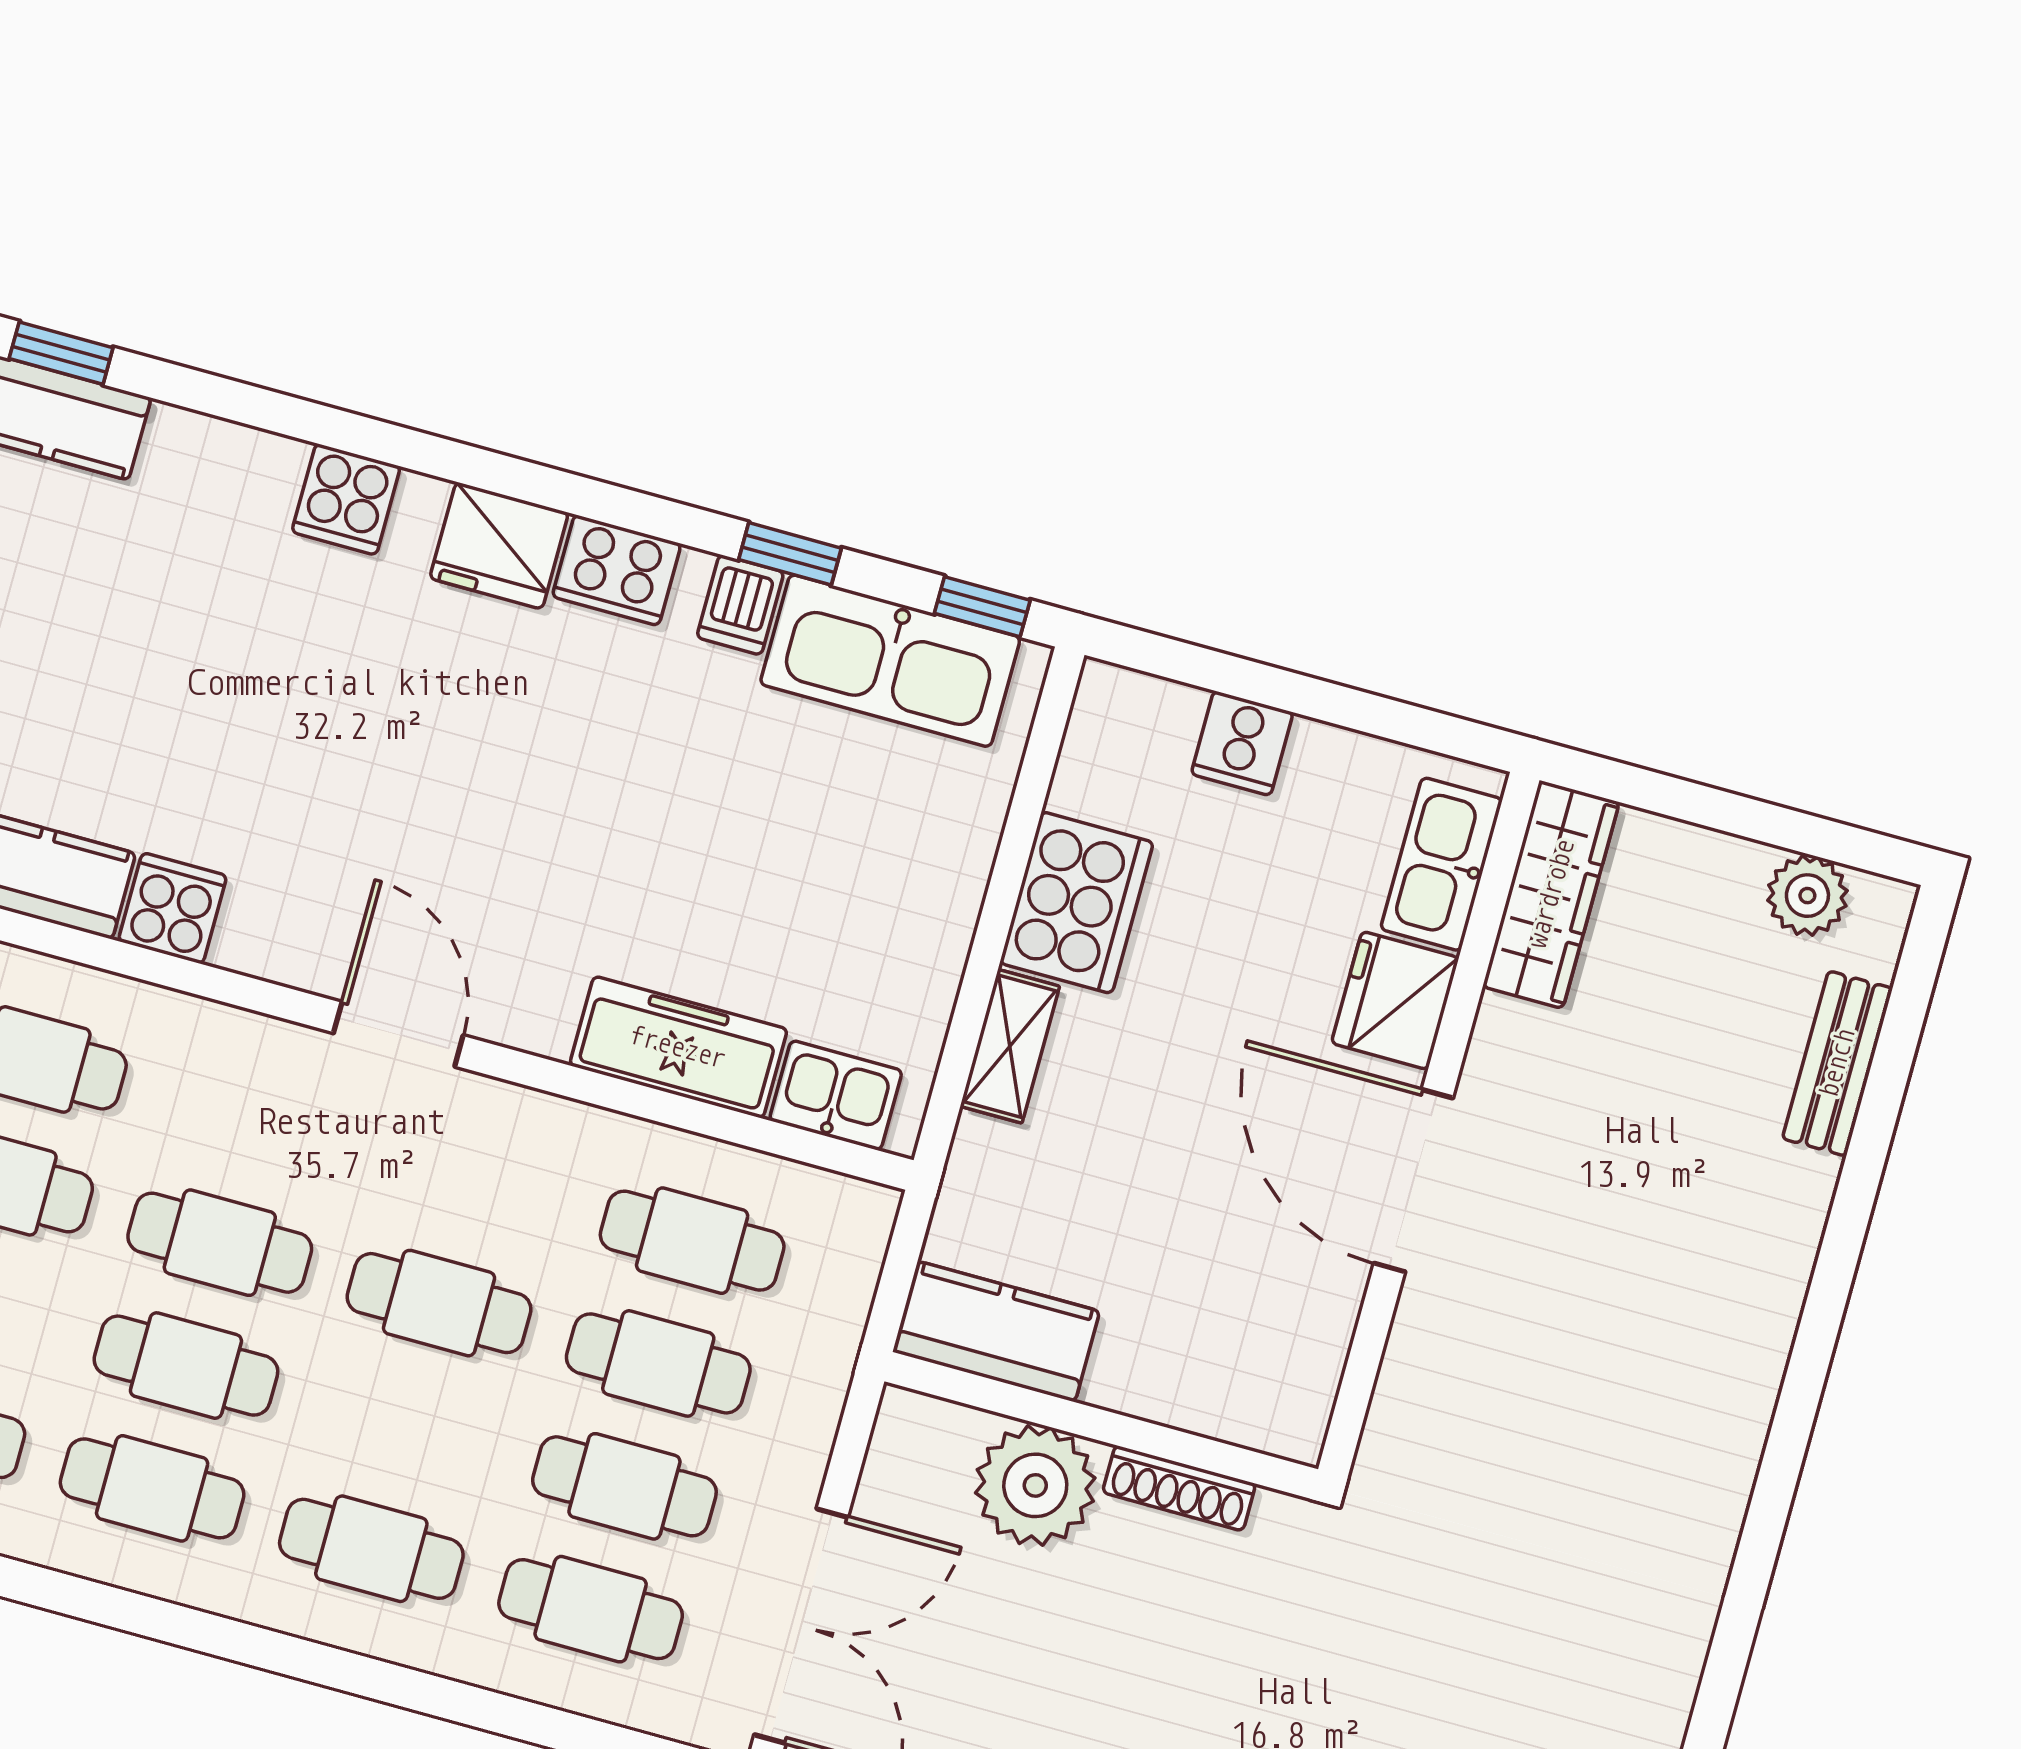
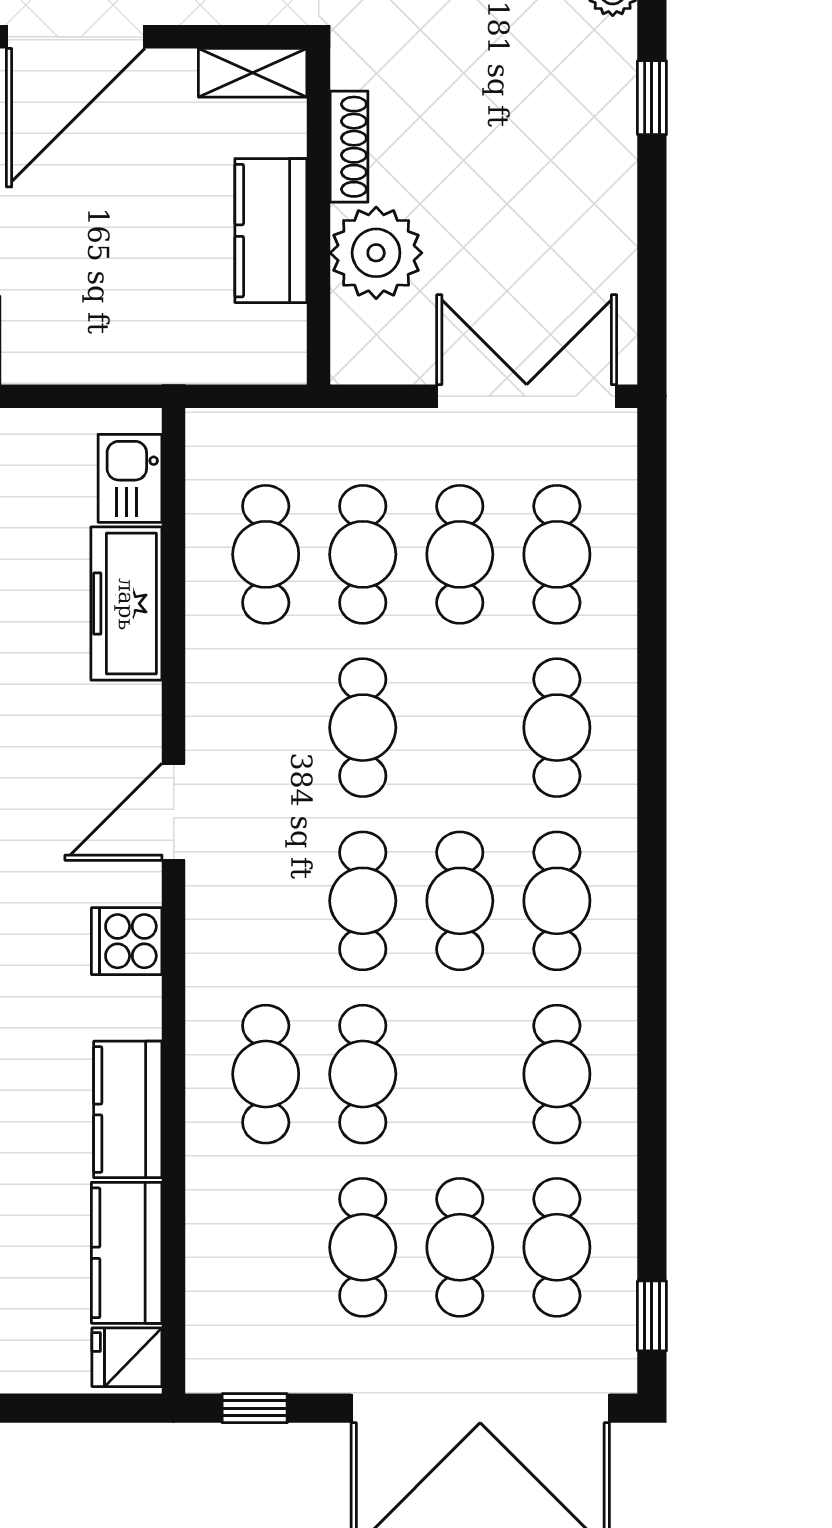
cooker: (173, 908) -> (127, 941), moved
shelving: (1010, 1046) -> (253, 73), moved
kitchen counter: (996, 1331) -> (271, 231), moved

